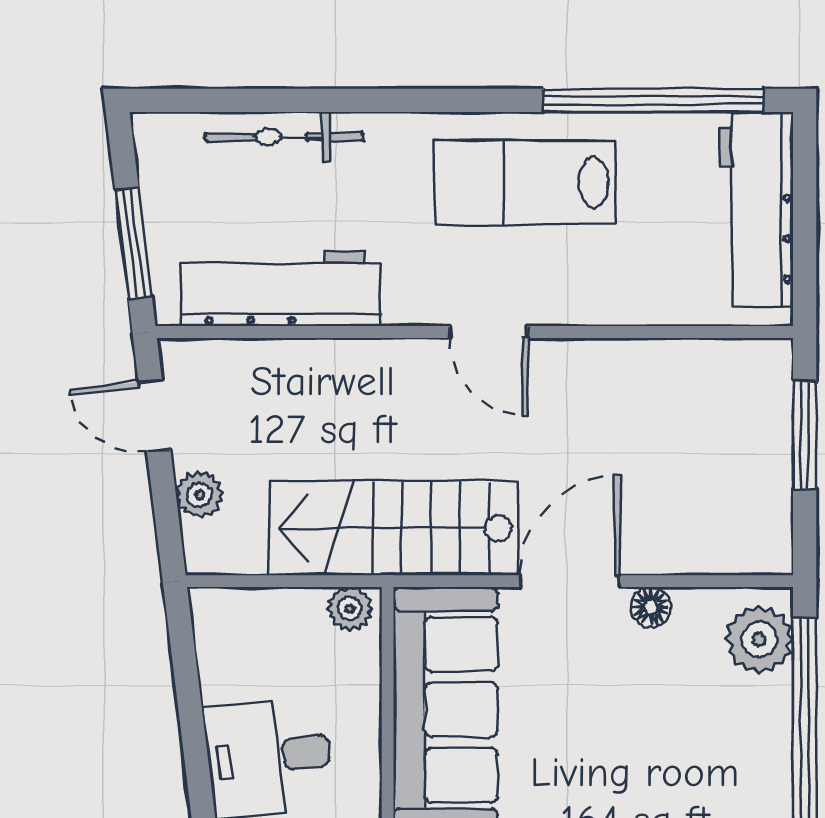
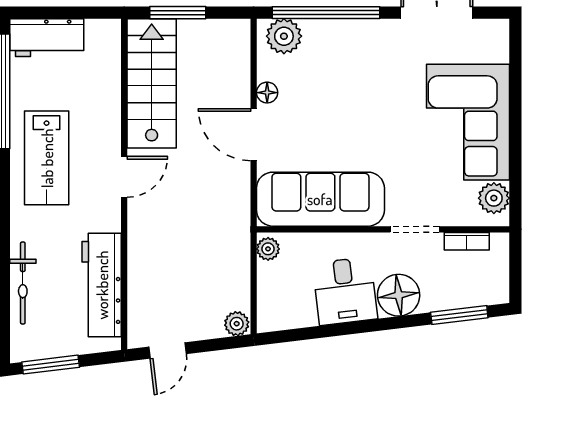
workbench: (756, 209) -> (47, 38), width x0.73
window: (134, 243) -> (51, 365), moved
plant: (199, 495) -> (237, 324), moved
stairs: (394, 528) -> (152, 83), moved, turned 180

